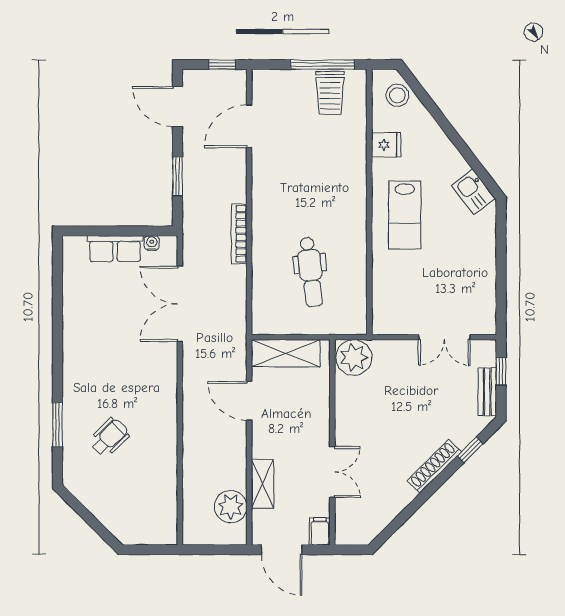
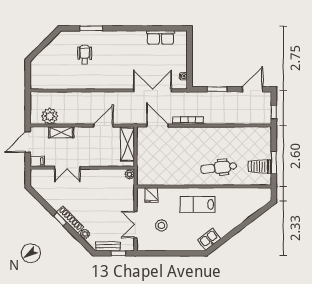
window: (322, 65) -> (274, 163), width x0.69
stool: (397, 95) -> (161, 225), moved
door: (249, 126) -> (157, 126), moved
fridge: (386, 145) -> (151, 195), moved
row of seats: (115, 249) -> (160, 37), moved, turned -90
dental chair: (311, 272) -> (219, 168), moved
plant: (354, 357) -> (130, 174), width x0.53, depth x0.53
wheelchair: (109, 437) -> (85, 55), turned -135
plant: (463, 437) -> (85, 234), added
window: (470, 450) -> (60, 219), moved

